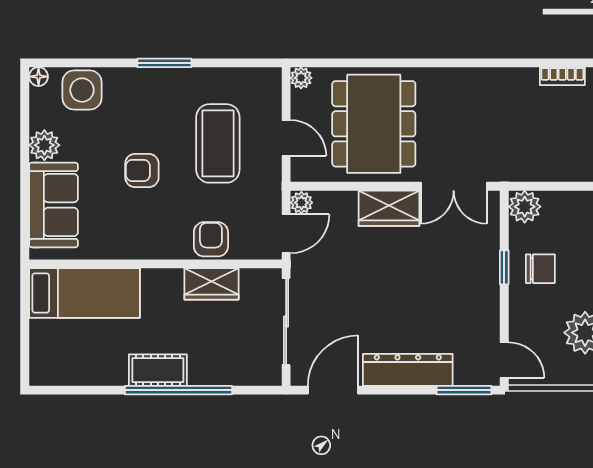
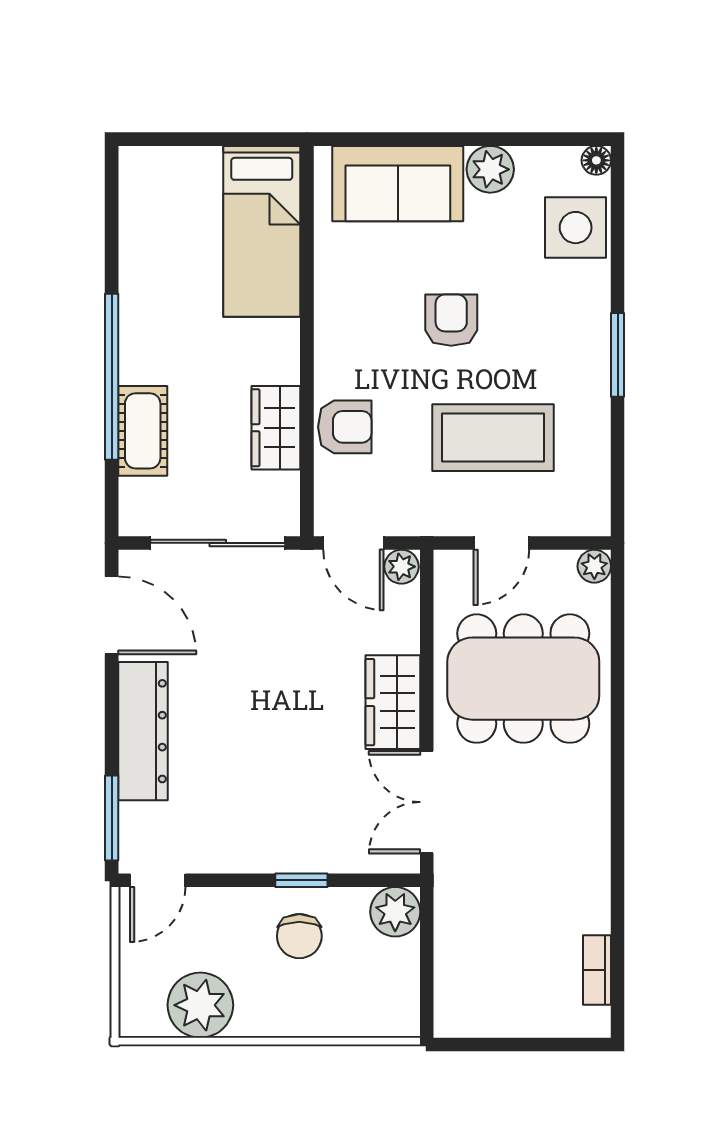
cot: (158, 370) -> (143, 431), moved

